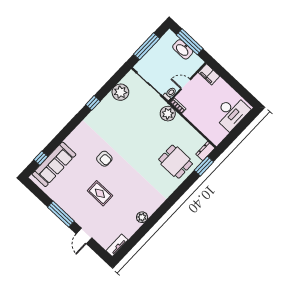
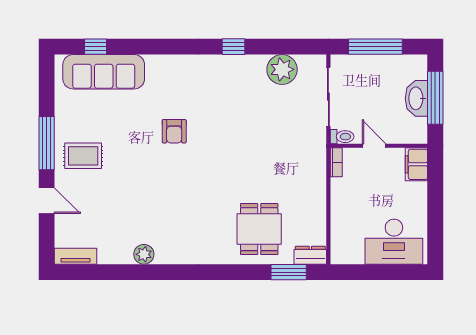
plant: (168, 114) -> (313, 159), removed
rug: (100, 193) -> (83, 156), moved, turned 90
door: (84, 236) -> (47, 201), swing flipped

